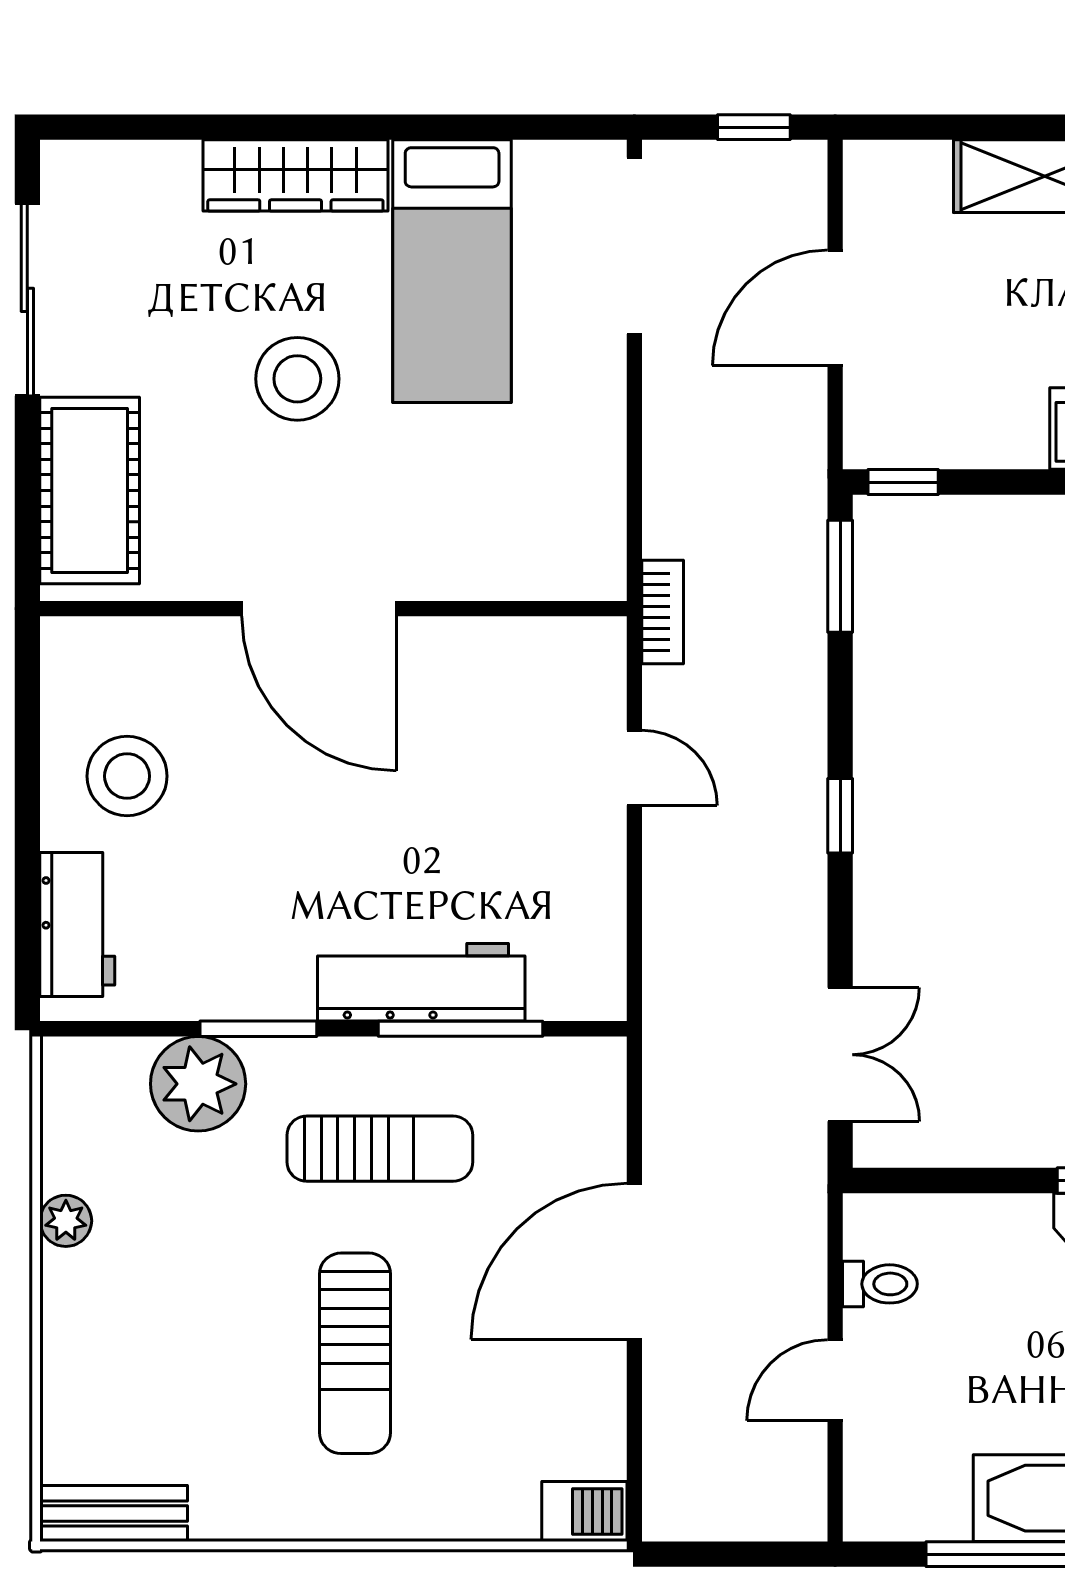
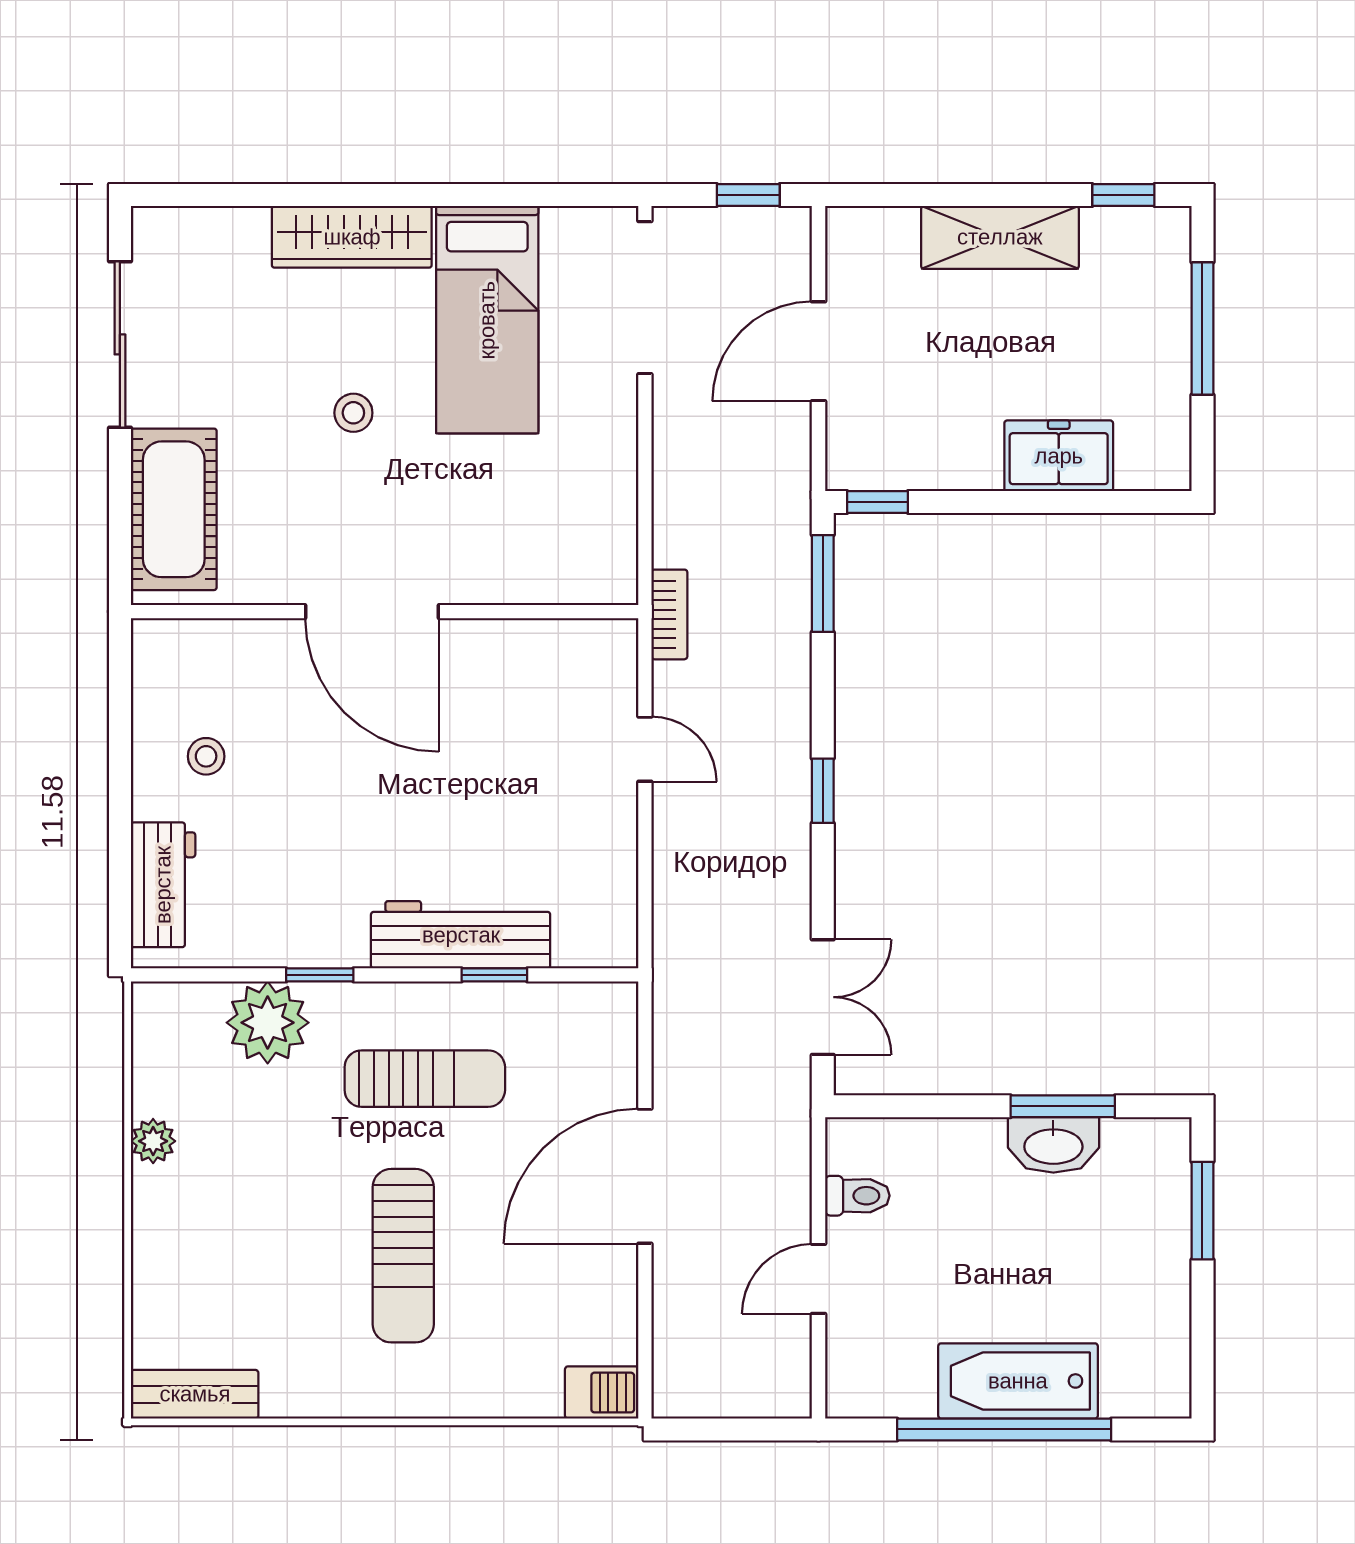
stool: (297, 379) -> (353, 413), width x0.53, depth x0.53
stool: (127, 776) -> (206, 756), width x0.53, depth x0.53
window: (258, 1029) -> (320, 975), width x0.67
window: (460, 1029) -> (494, 975), width x0.46

